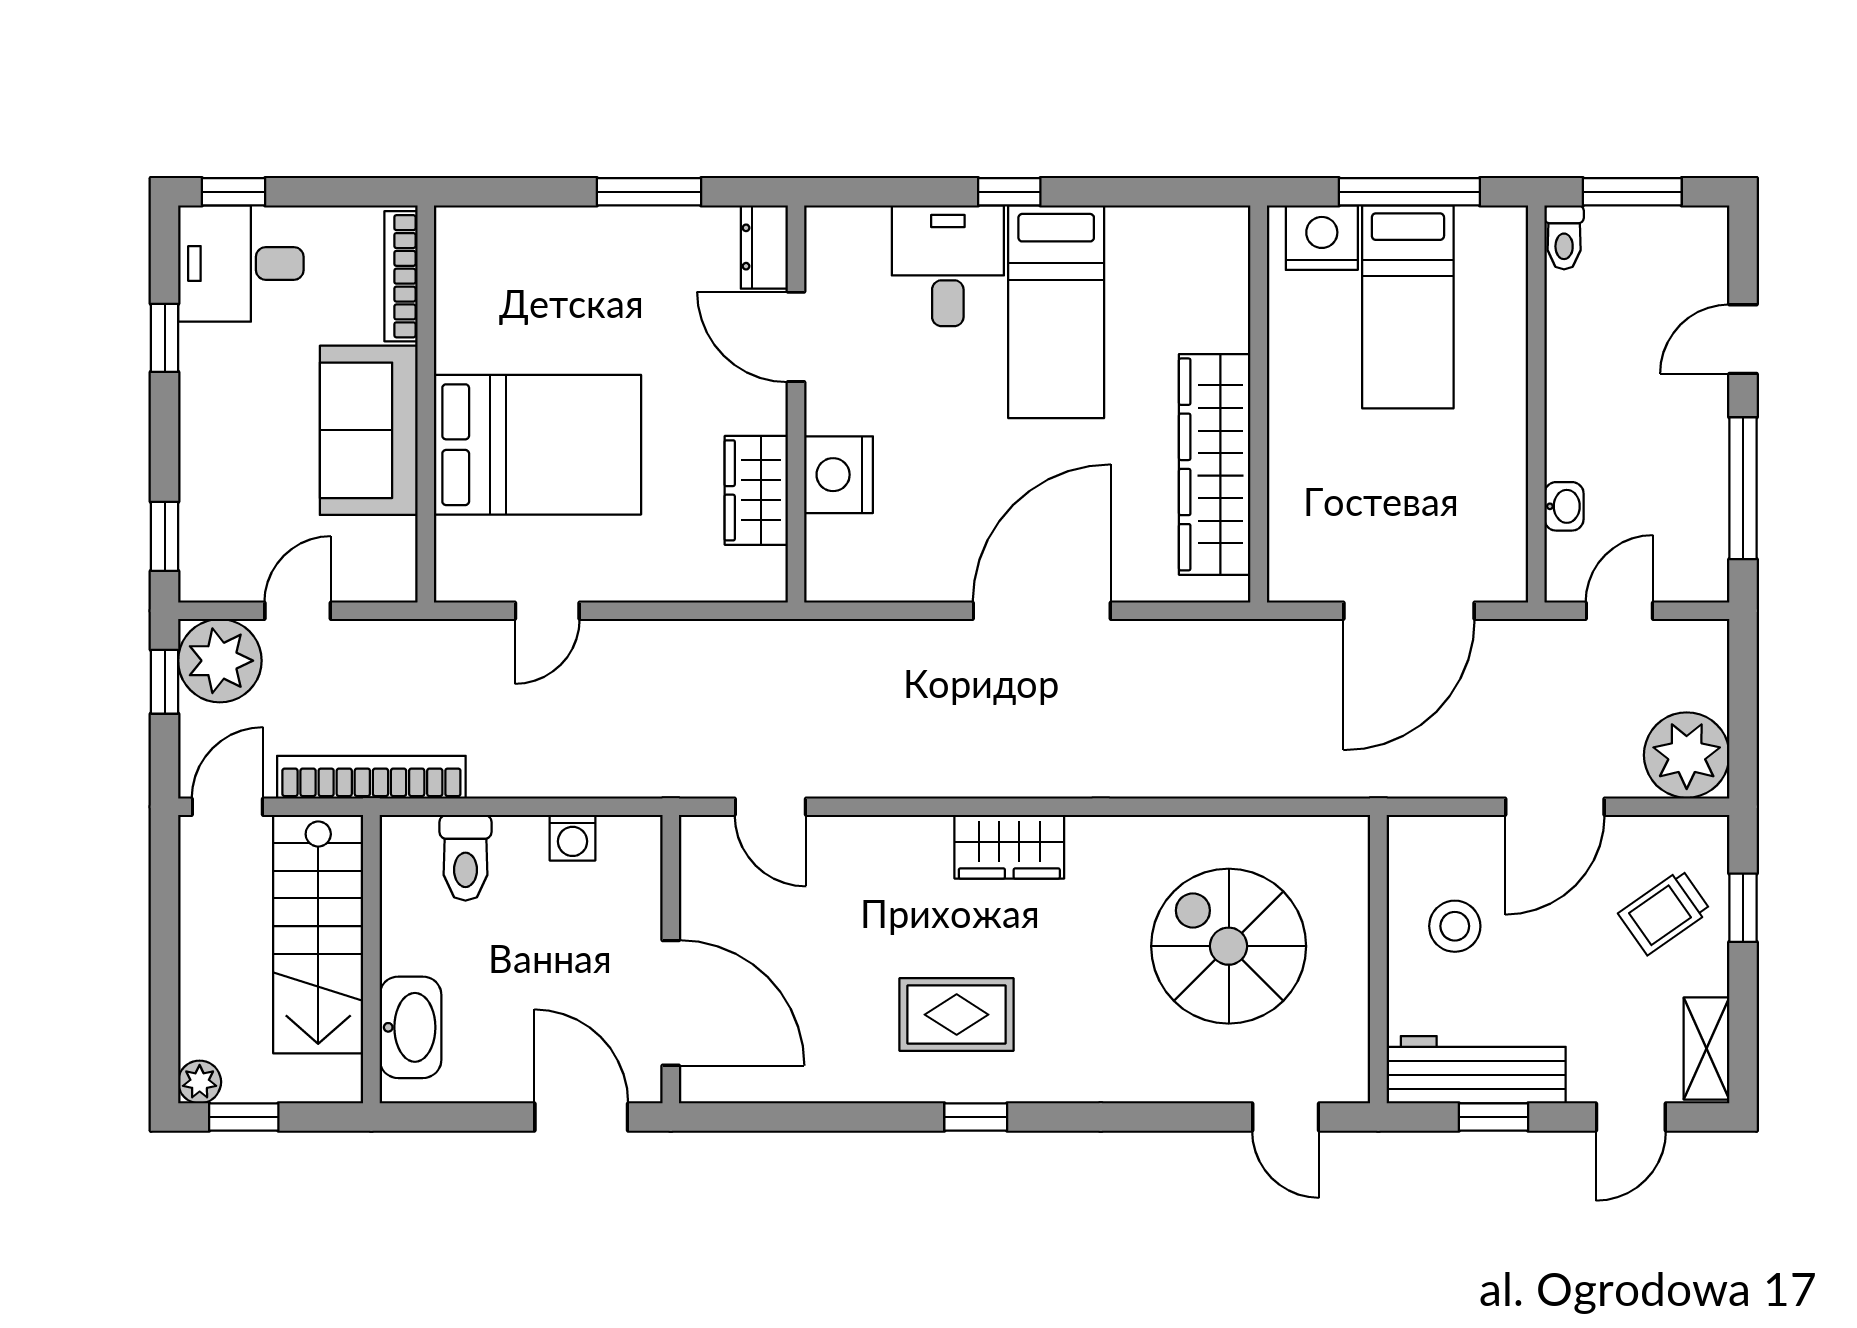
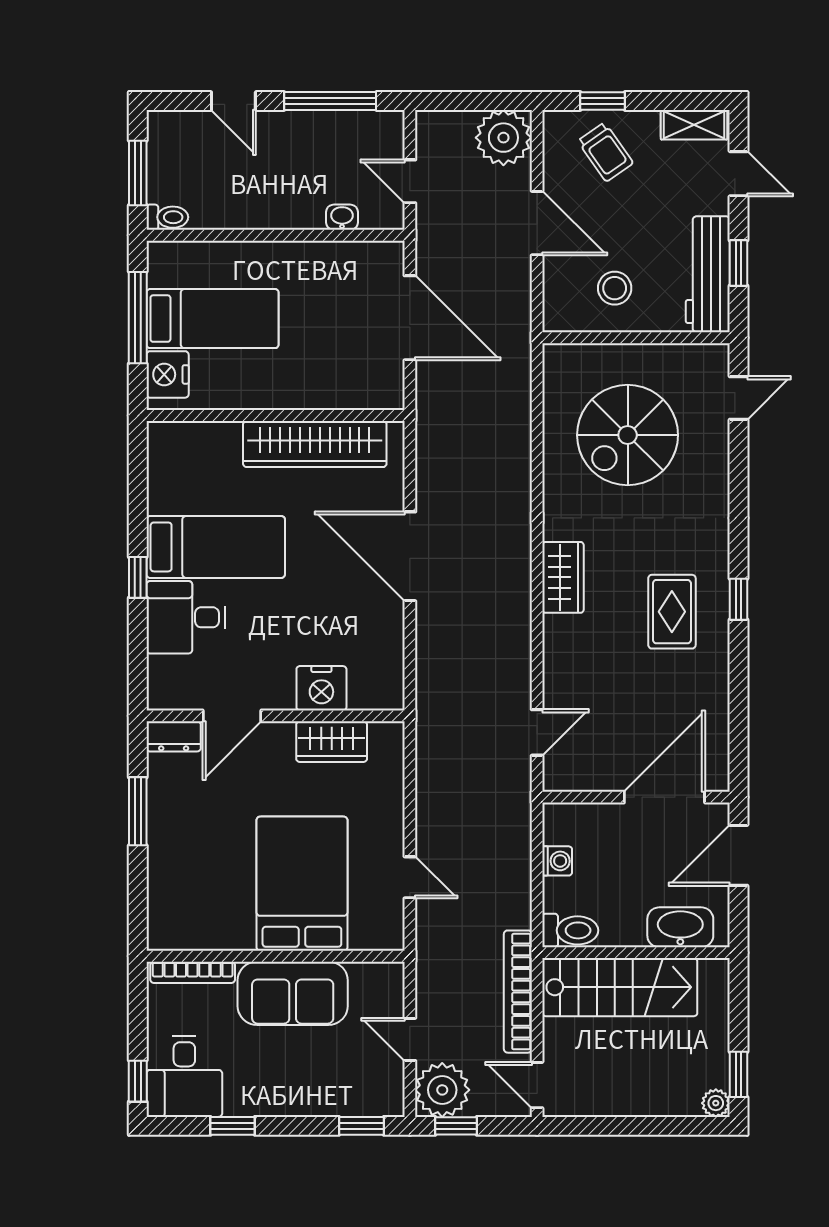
stairs: (318, 934) -> (620, 987), moved
wall: (371, 959) -> (636, 953), moved
washbasin: (411, 1027) -> (680, 927), moved

